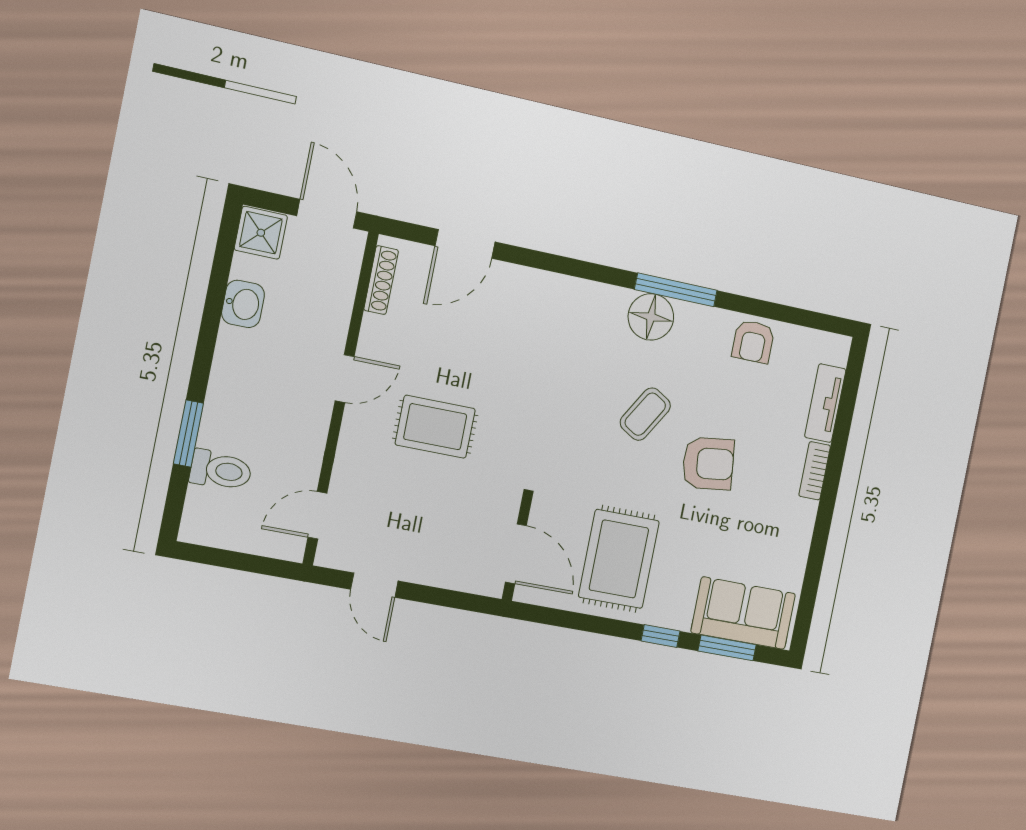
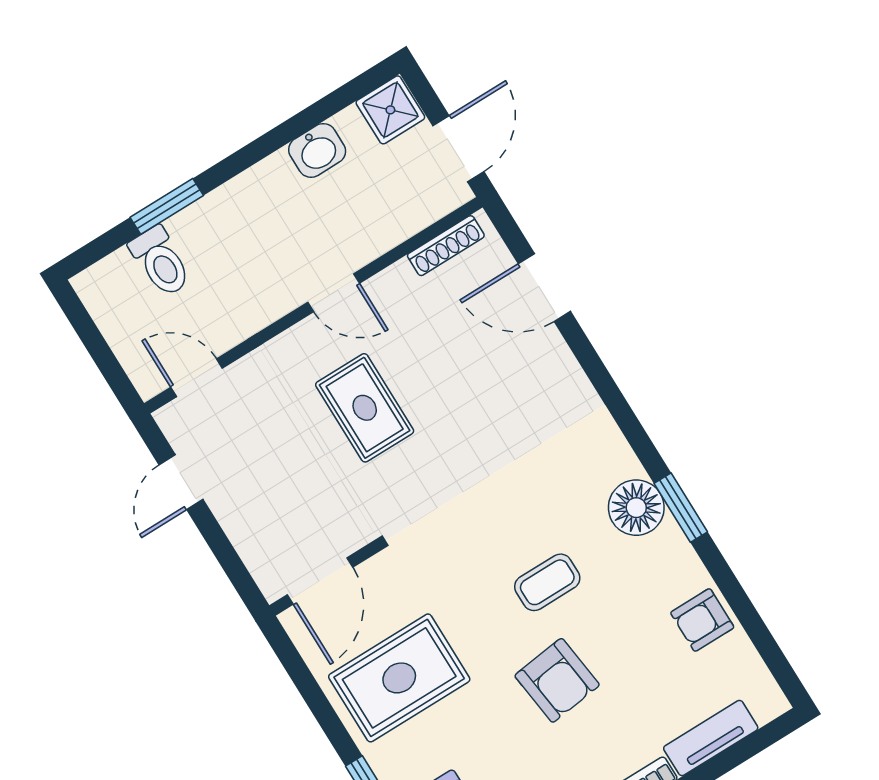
window: (676, 290) -> (681, 508), width x0.69
coffee table: (645, 414) -> (547, 582), turned -31

